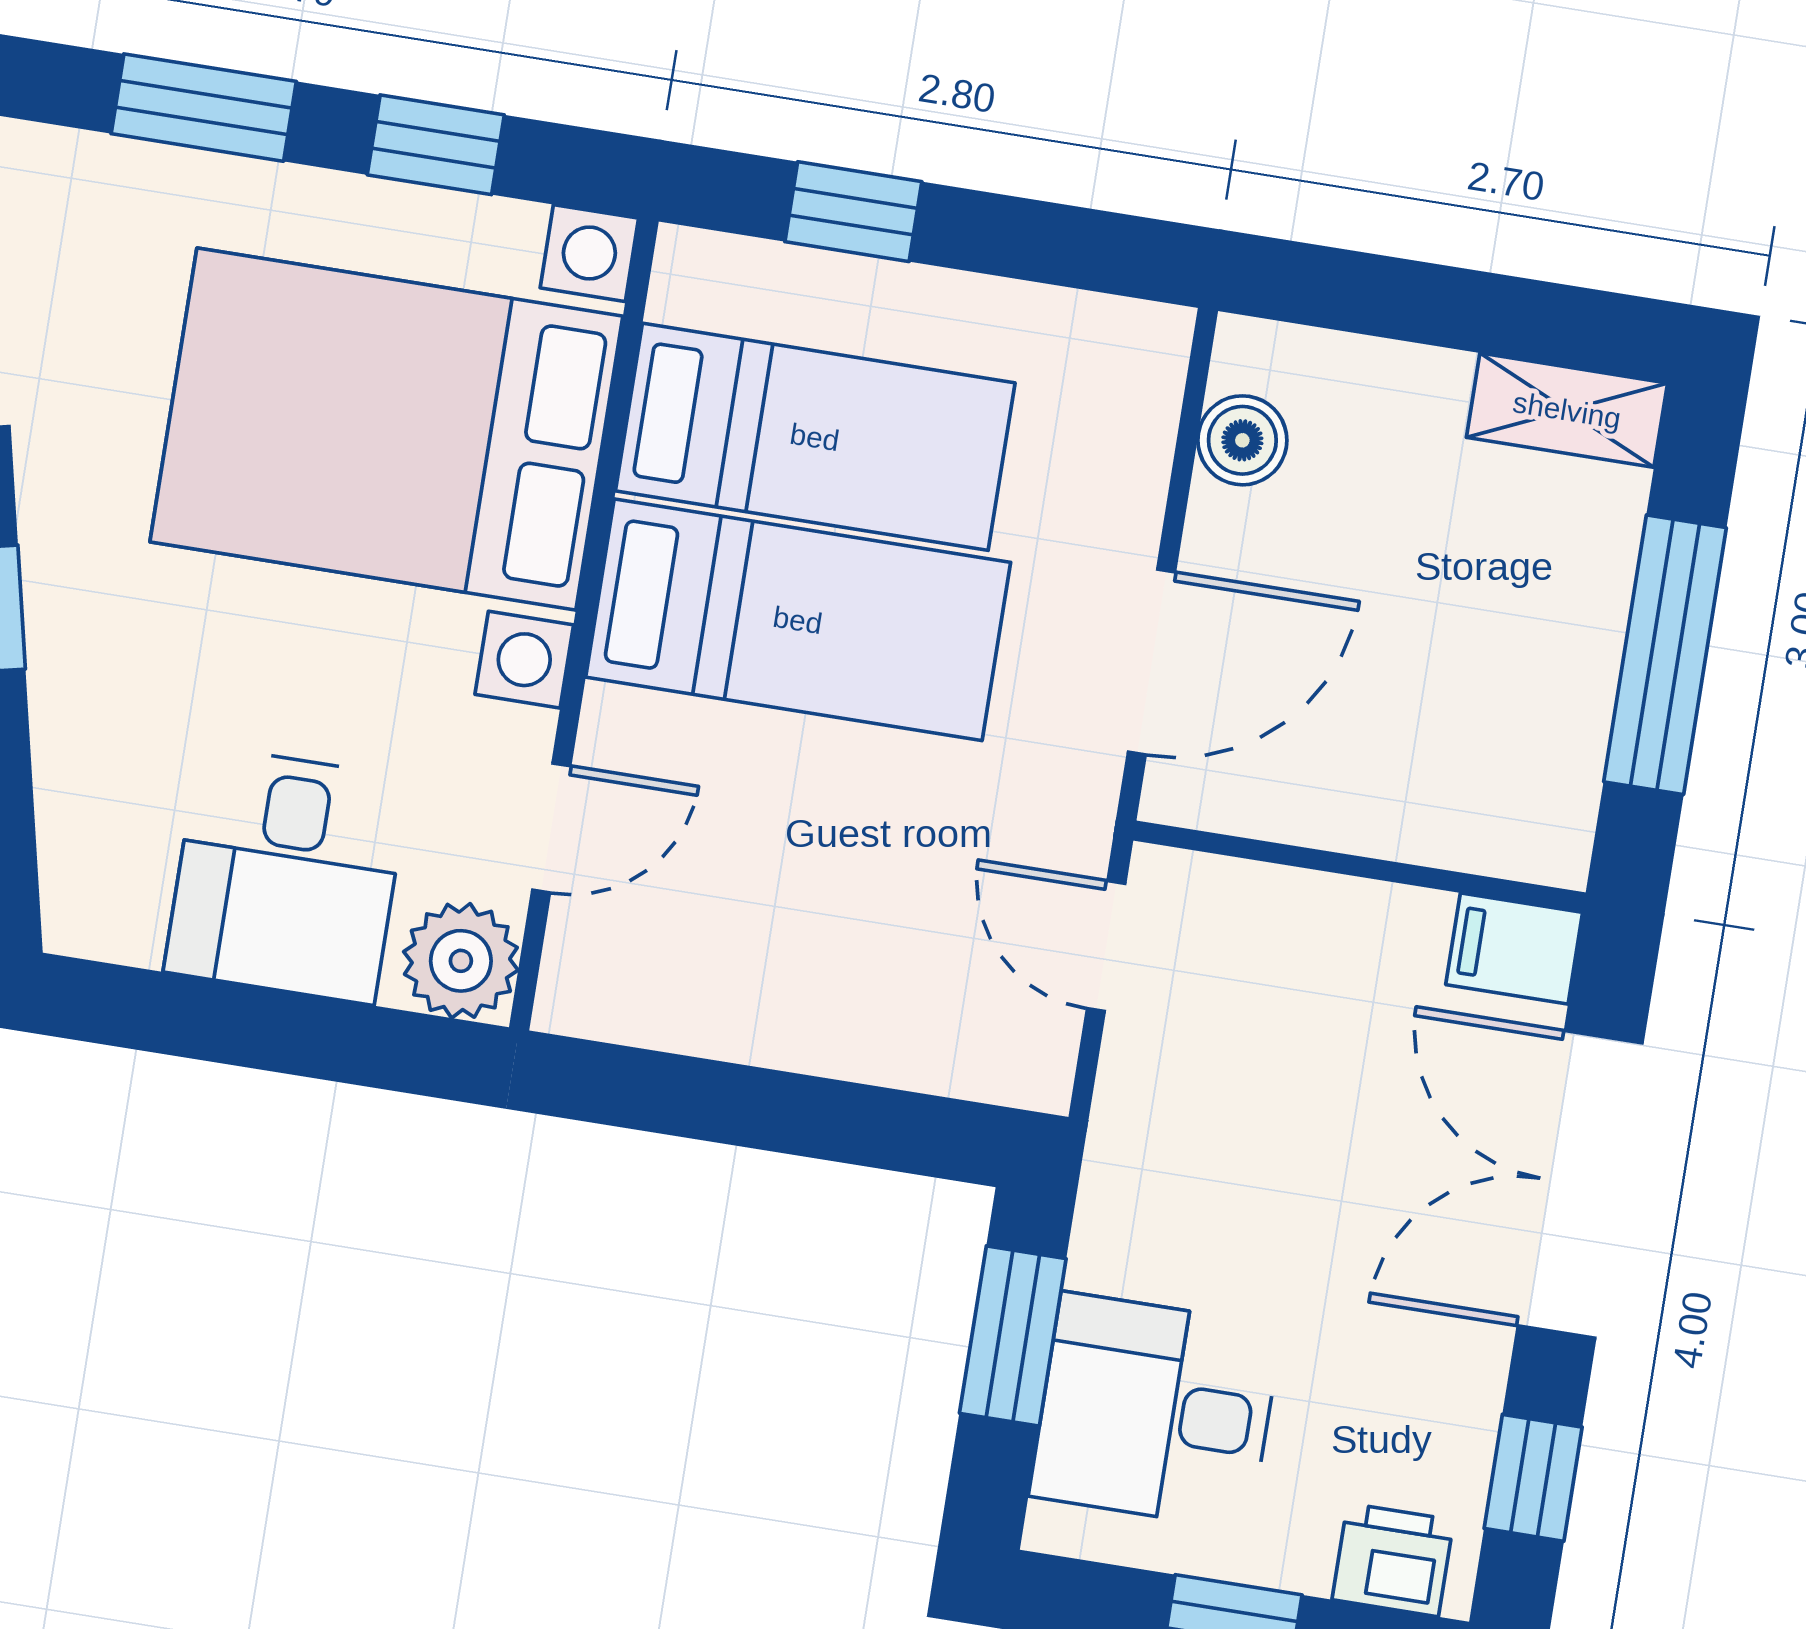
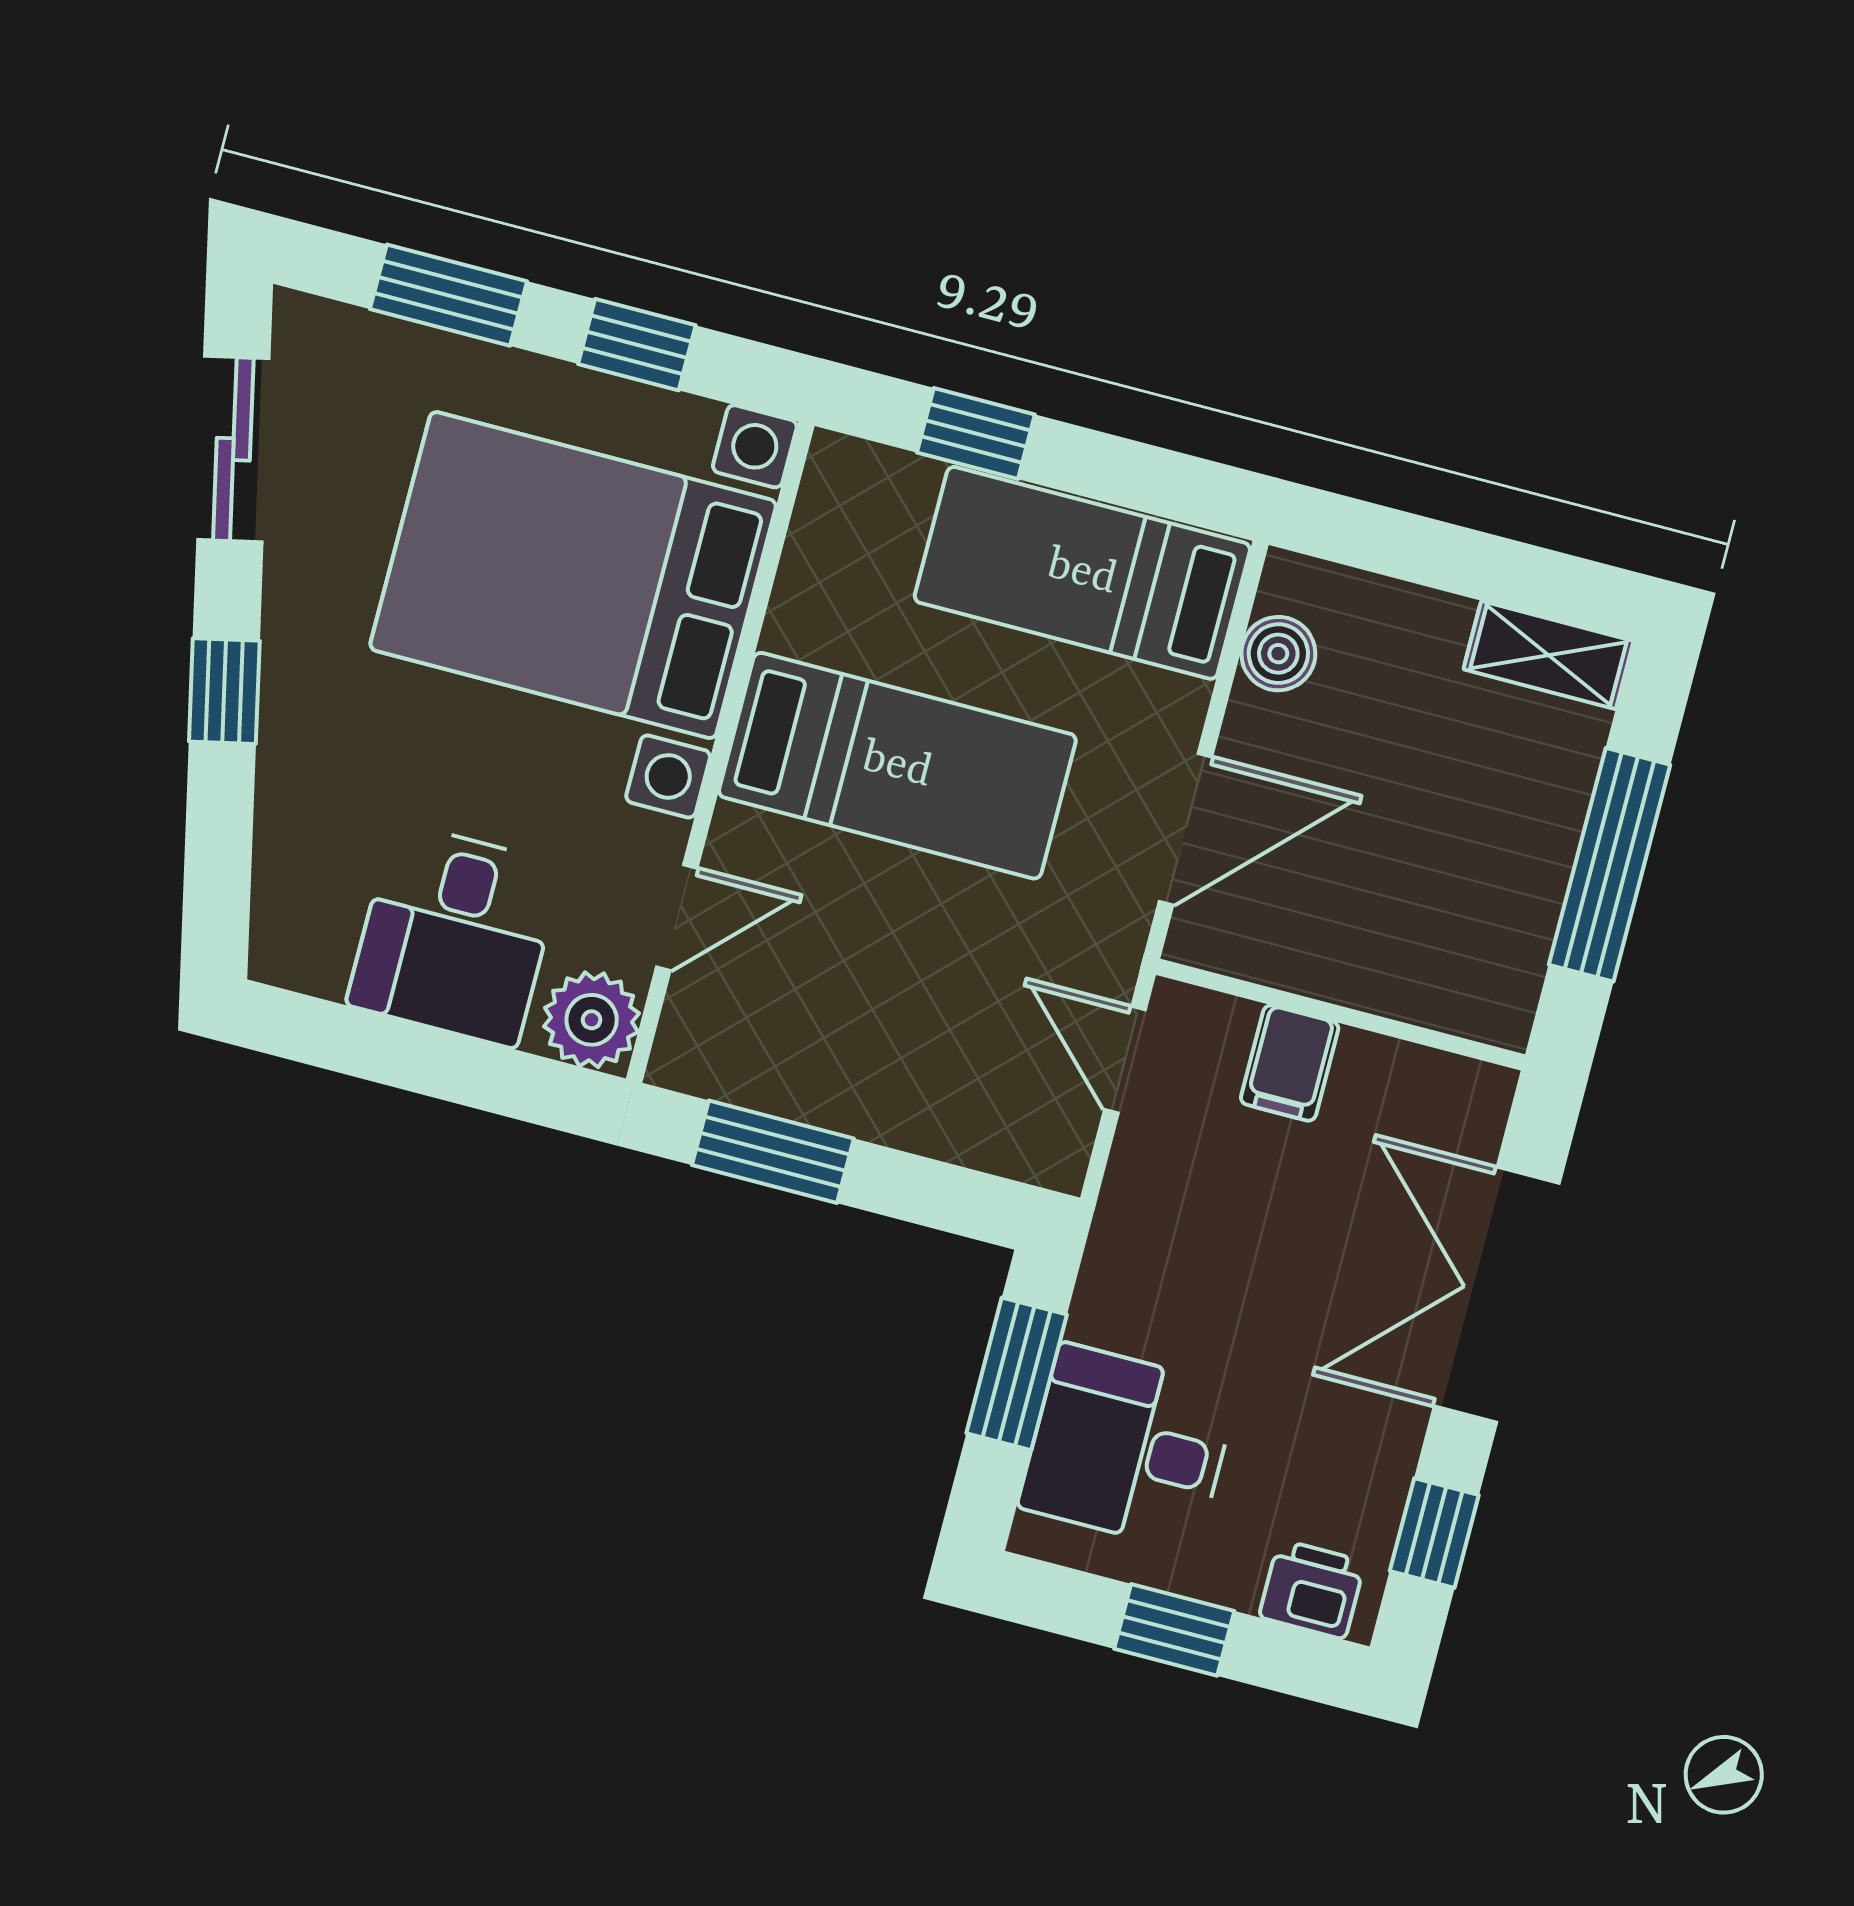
bed: (815, 437) -> (1082, 573), moved, turned 180
filing cabinet: (1514, 949) -> (1290, 1063), moved, turned -90
window: (694, 1098) -> (773, 1152), added

